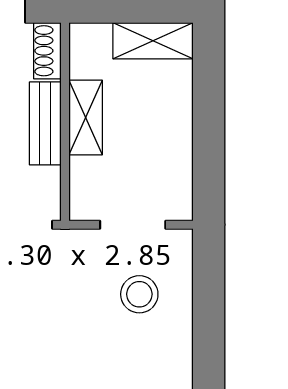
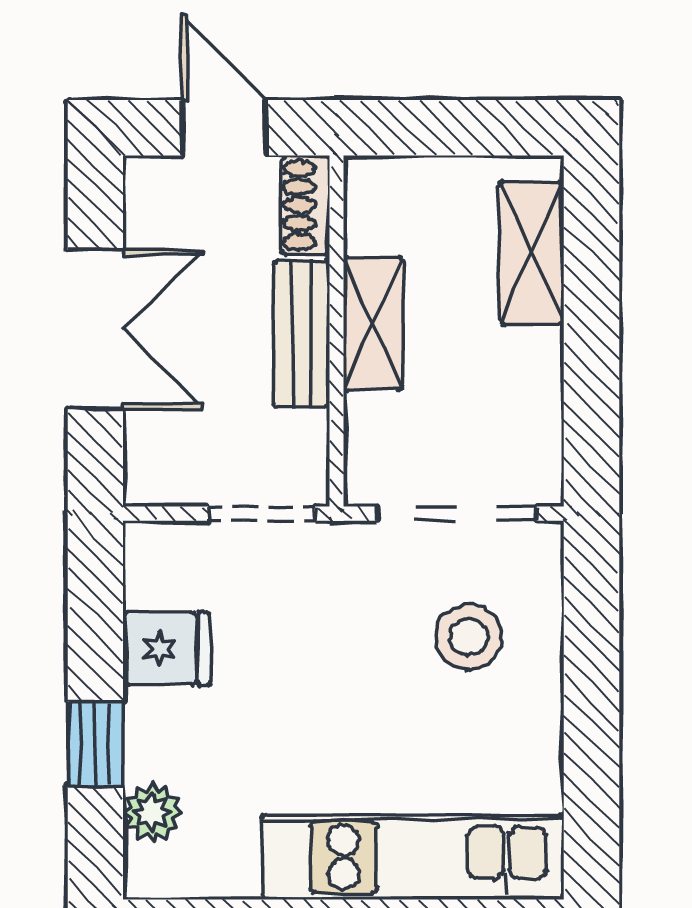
shelving: (153, 41) -> (532, 253), moved, turned 90
doorway: (133, 225) -> (457, 514), width x1.38

